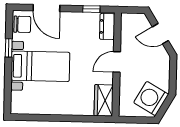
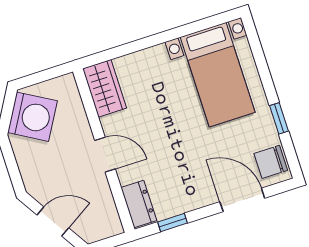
door: (117, 62) -> (105, 155), hinge flipped
bed with nightstands: (40, 66) -> (218, 75), moved, turned -90

